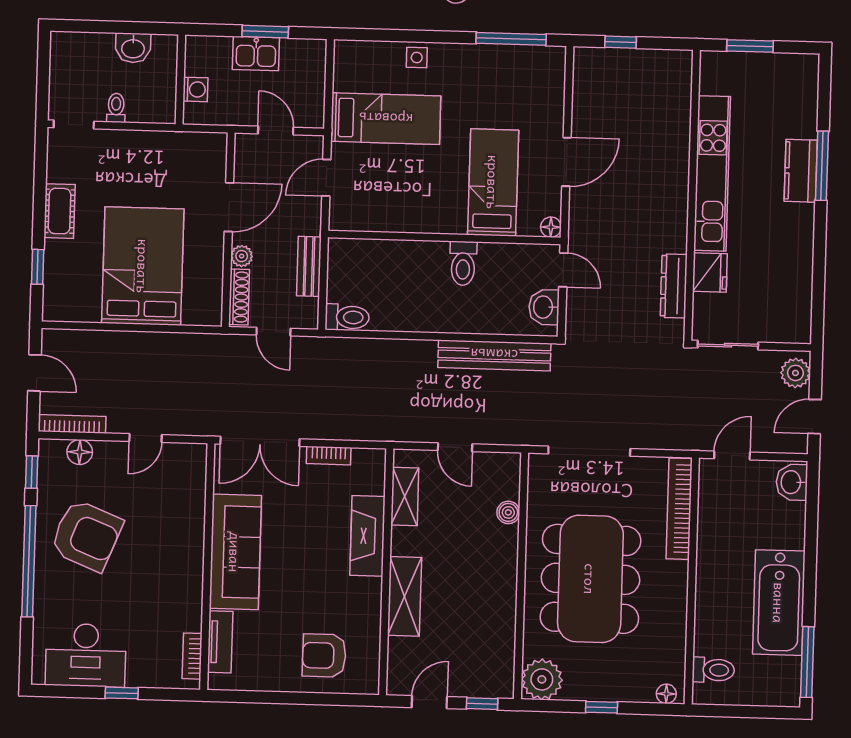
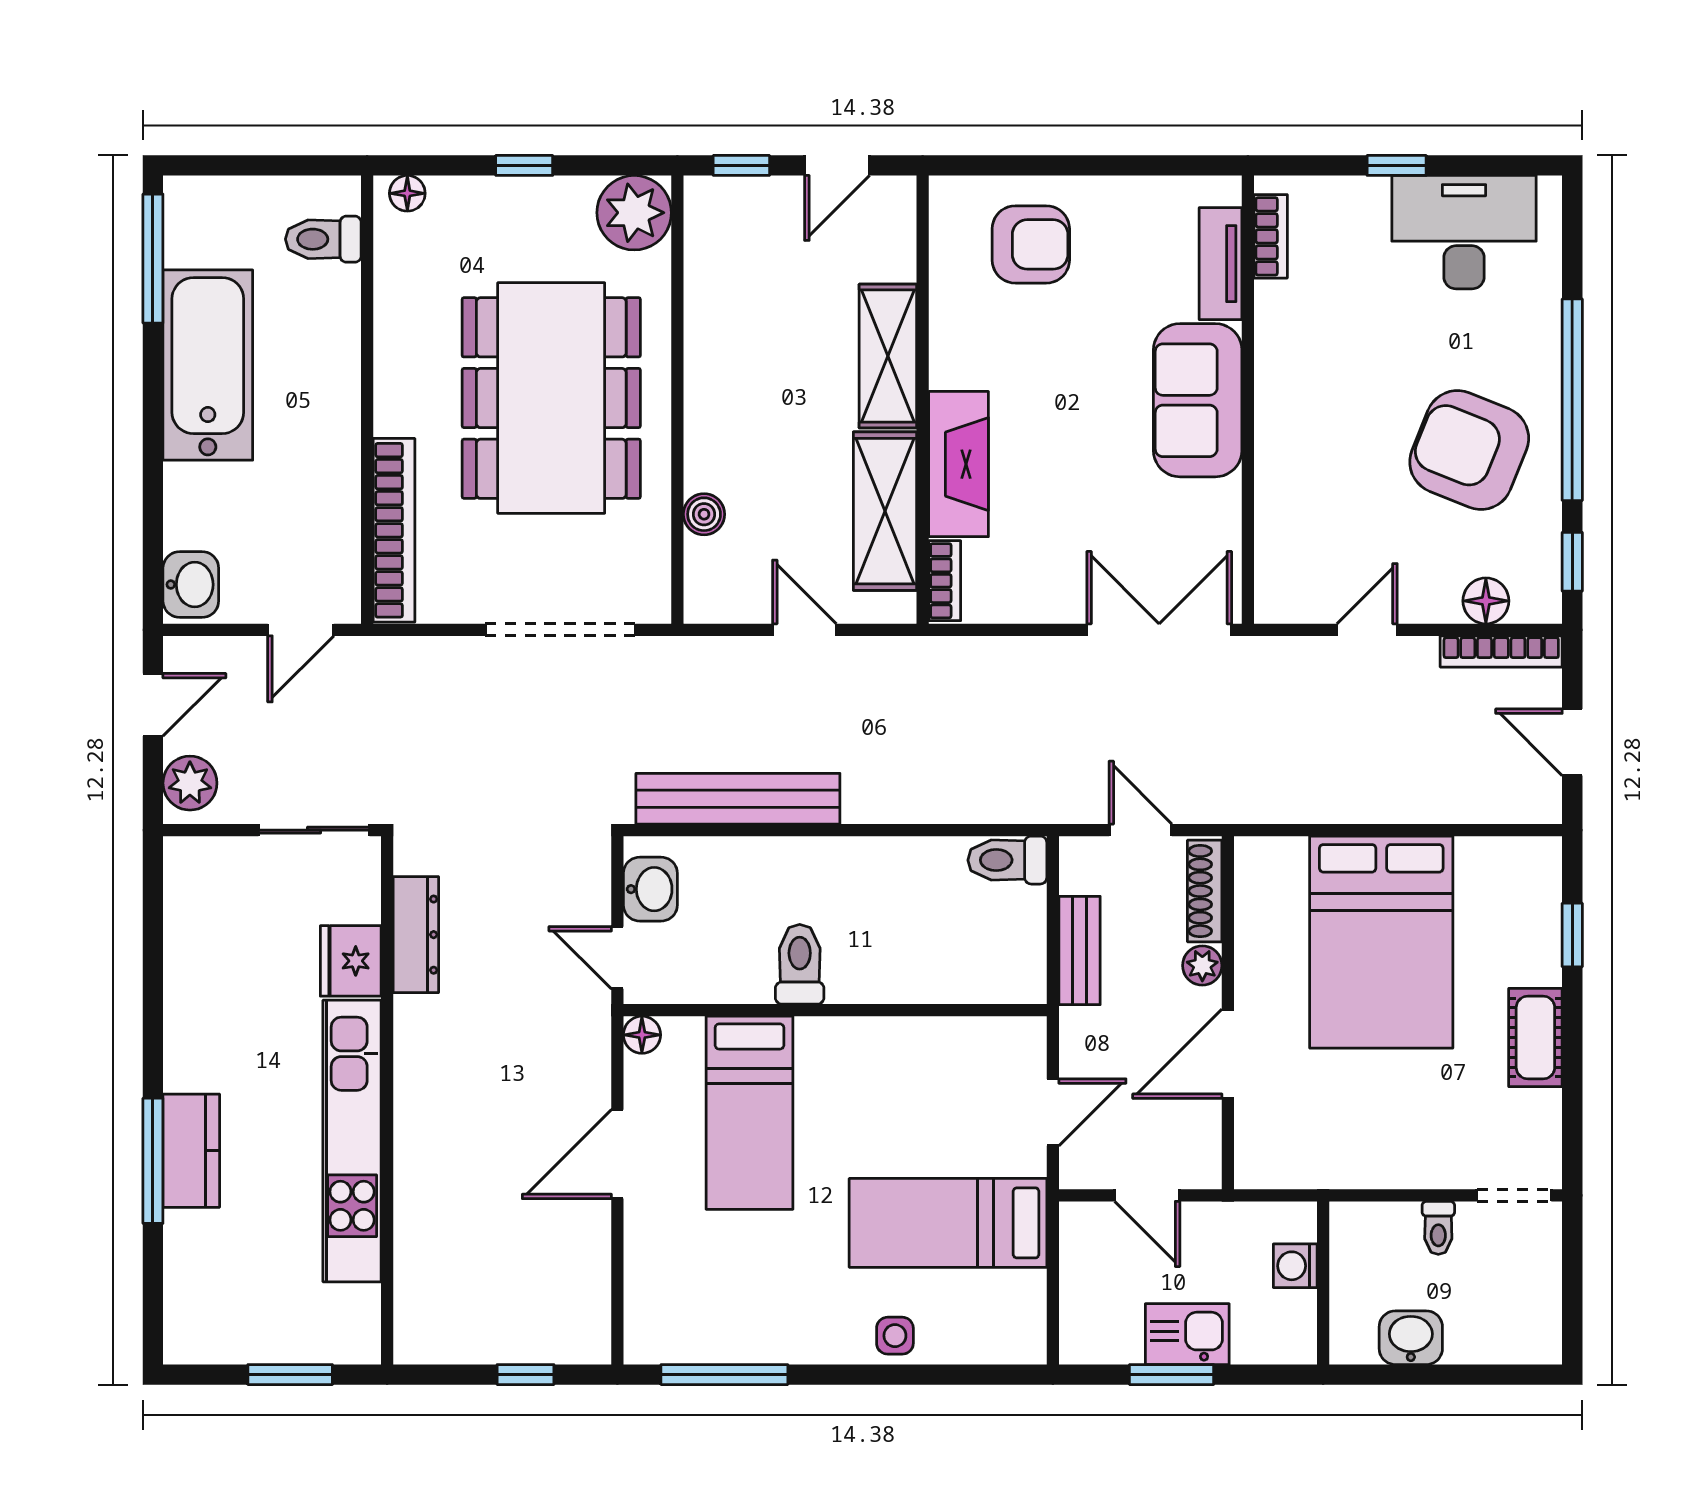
bookcase: (329, 456) -> (945, 581), moved, turned 90
shelving: (405, 497) -> (885, 511), width x1.50, depth x1.33
sofa: (235, 552) -> (1198, 400), width x0.73

